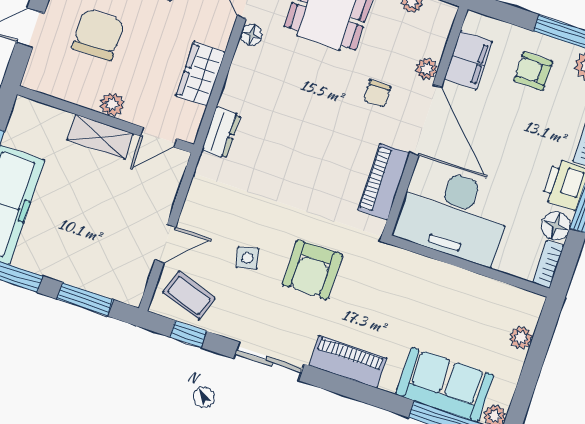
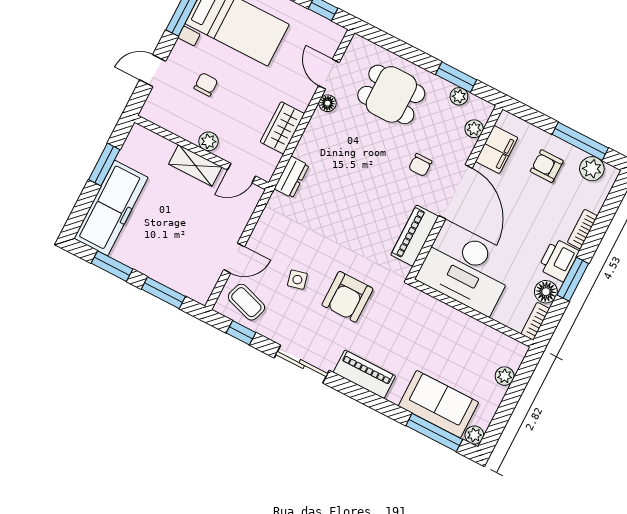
chair: (98, 35) -> (206, 84), width x0.54, depth x0.54
plant: (427, 69) -> (474, 129), moved

